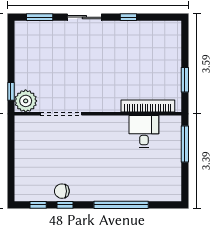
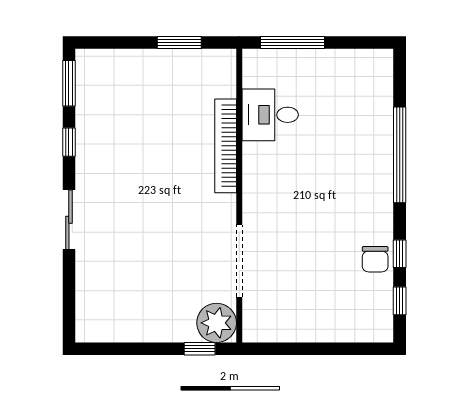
window: (40, 17) -> (69, 83), moved
bookcase: (148, 106) -> (226, 146), moved

